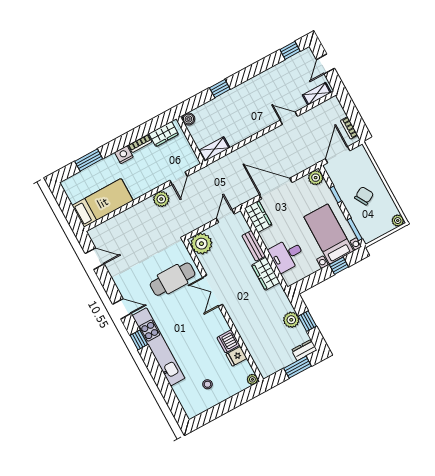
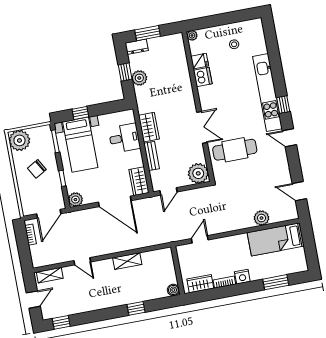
shelving: (214, 149) -> (127, 261), moved
plant: (161, 199) -> (261, 218), moved
plant: (398, 221) -> (19, 140), width x1.87, depth x1.87

